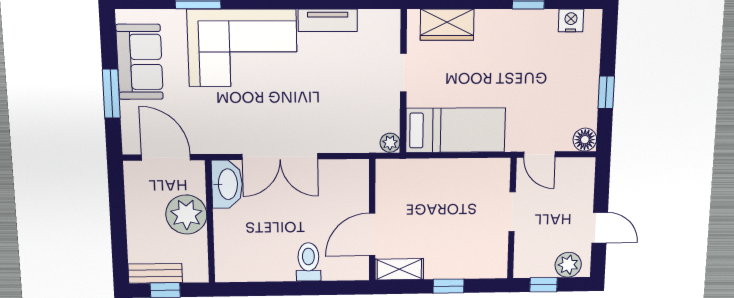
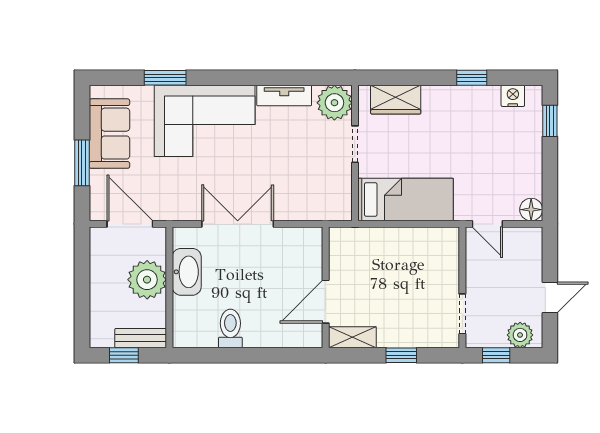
window: (606, 92) -> (550, 121), moved
plant: (390, 143) -> (334, 103), moved, width x1.88, depth x1.88
double door: (280, 157) -> (238, 224), swing flipped
washbasin: (227, 184) -> (187, 272), moved
doorway: (512, 212) -> (462, 314), moved
door: (600, 228) -> (550, 298), hinge flipped
toilet: (308, 262) -> (230, 328), moved
bench: (155, 273) -> (141, 338), moved

